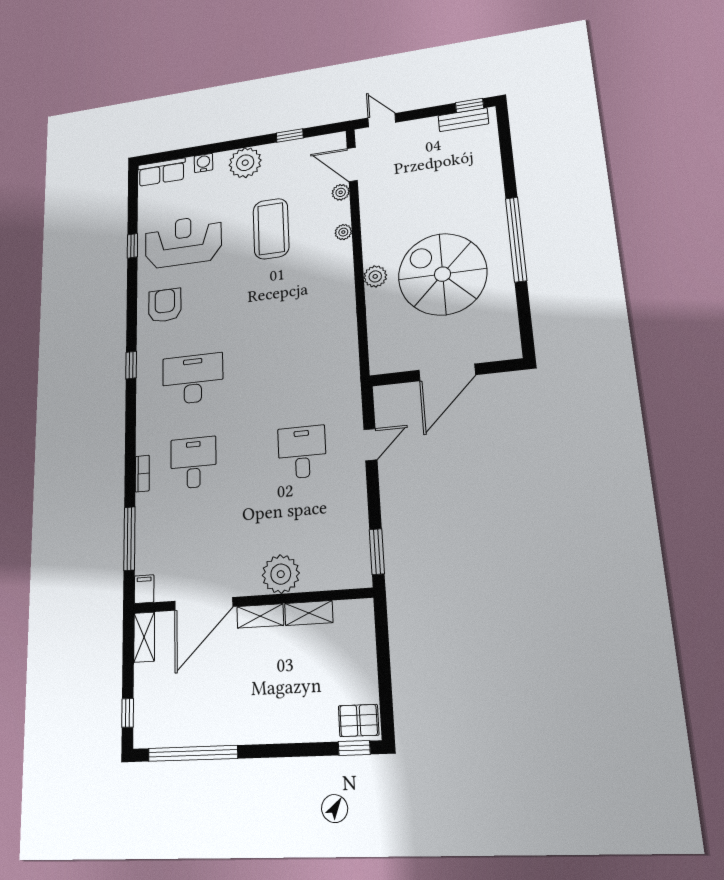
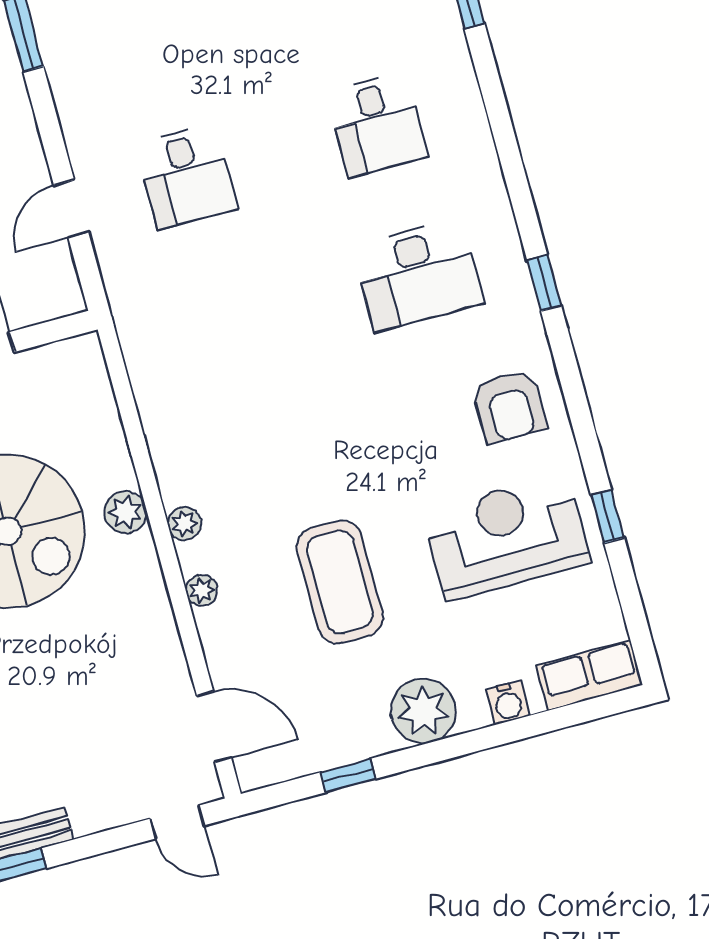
plant: (341, 192) -> (184, 524), moved
reception desk: (183, 242) -> (507, 537), turned 180
bookcase: (142, 474) -> (467, 89), removed

